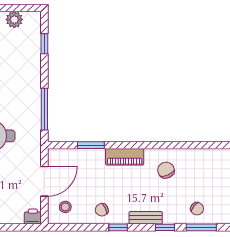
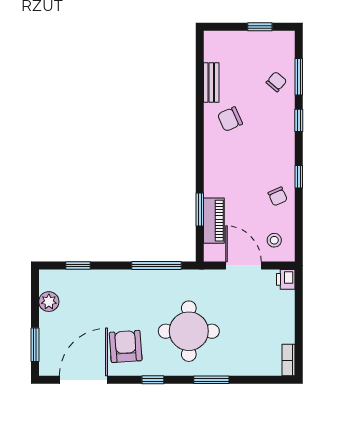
piano: (125, 157) -> (214, 221), moved
bench: (146, 218) -> (211, 82), moved

